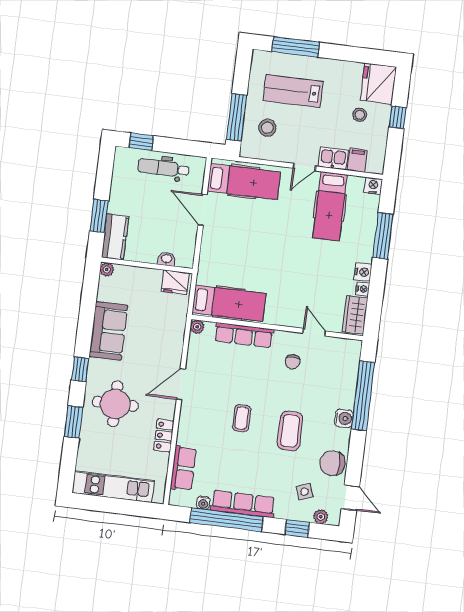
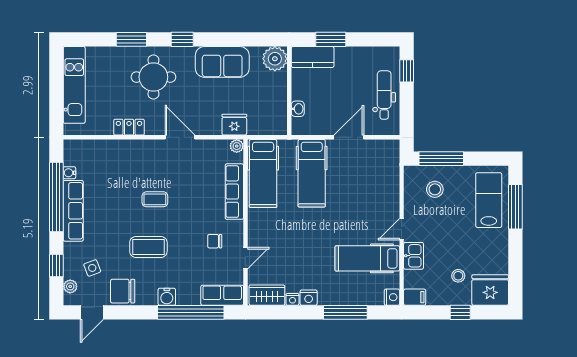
lab bench: (293, 91) -> (489, 200), moved
filing cabinet: (357, 160) -> (415, 297), moved
door: (304, 167) -> (402, 229), hinge flipped
hospital bed: (244, 182) -> (312, 173), moved
plant: (107, 269) -> (275, 59), width x1.88, depth x1.88
fridge: (175, 282) -> (234, 125), moved, turned 90
chair: (332, 463) -> (123, 291), turned -90
row of seats: (183, 468) -> (222, 295), moved, turned 180

